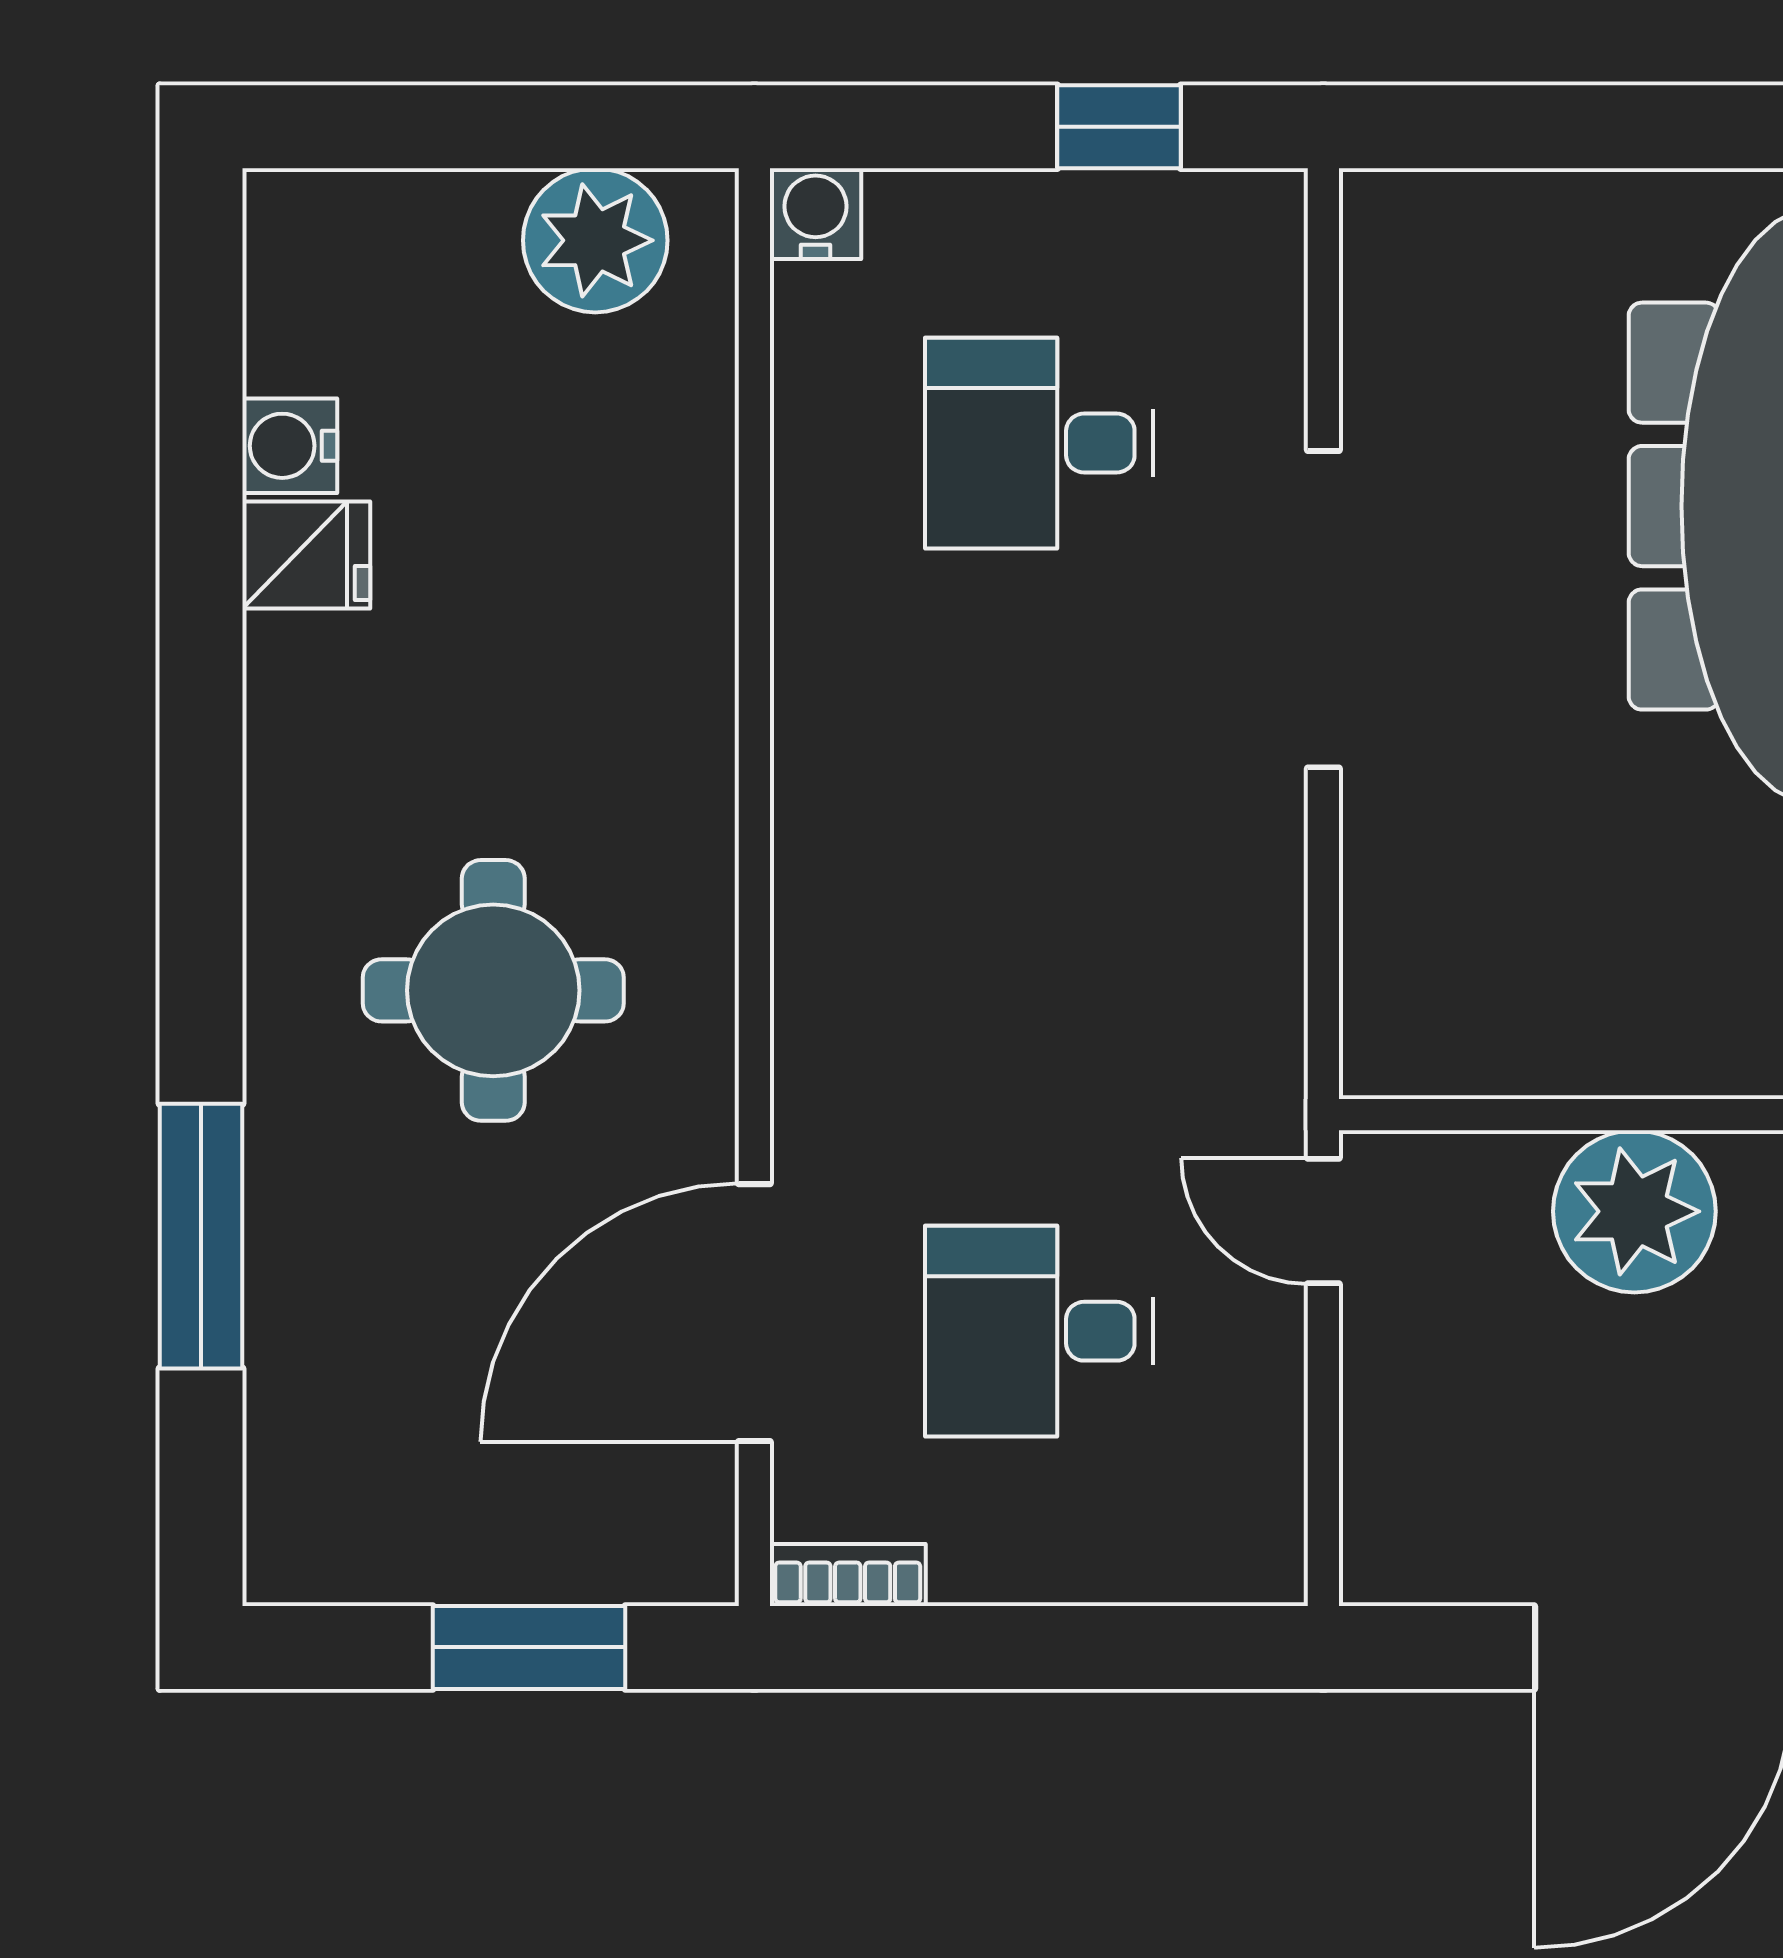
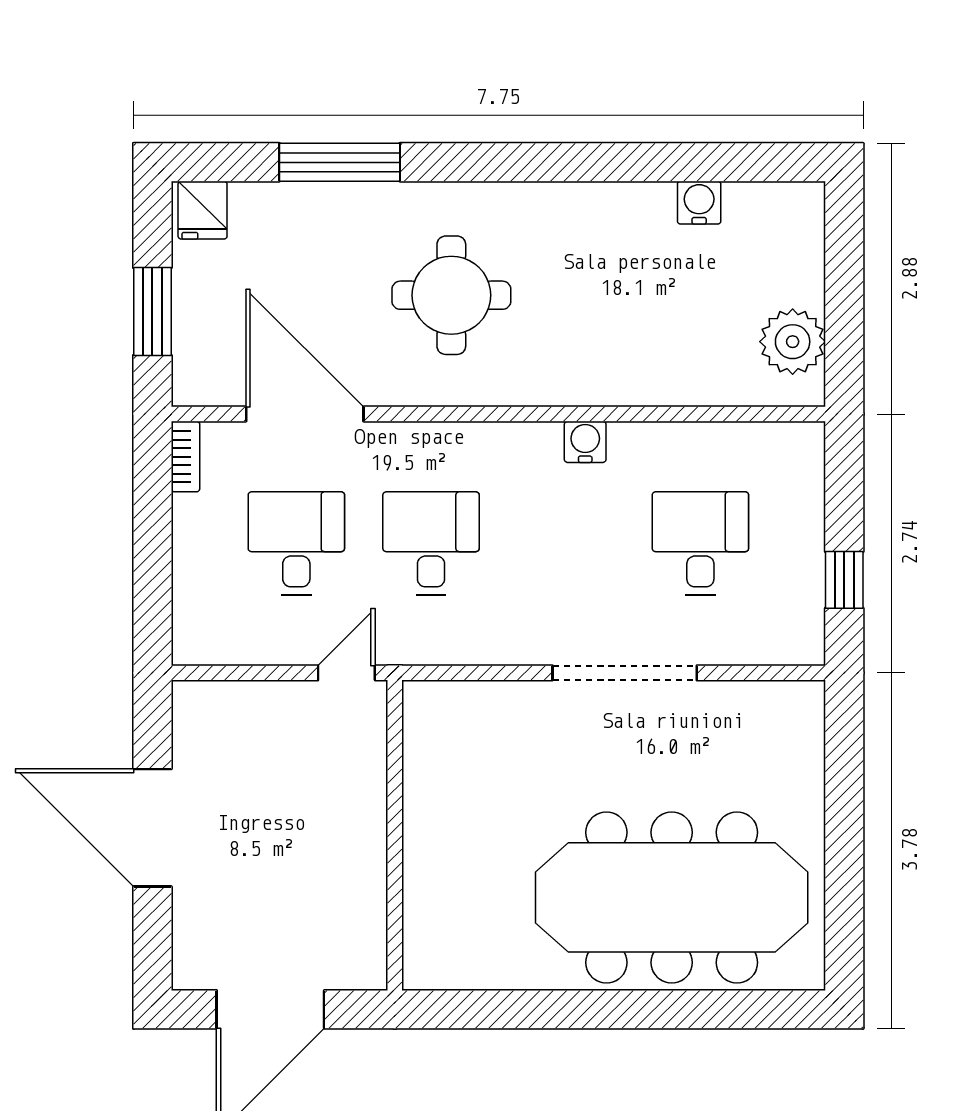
water cooler: (815, 214) -> (585, 442), moved, turned -90
fridge: (306, 555) -> (203, 210), moved
desk: (1039, 1035) -> (431, 543), added
plant: (1634, 1211) -> (351, 814), removed

